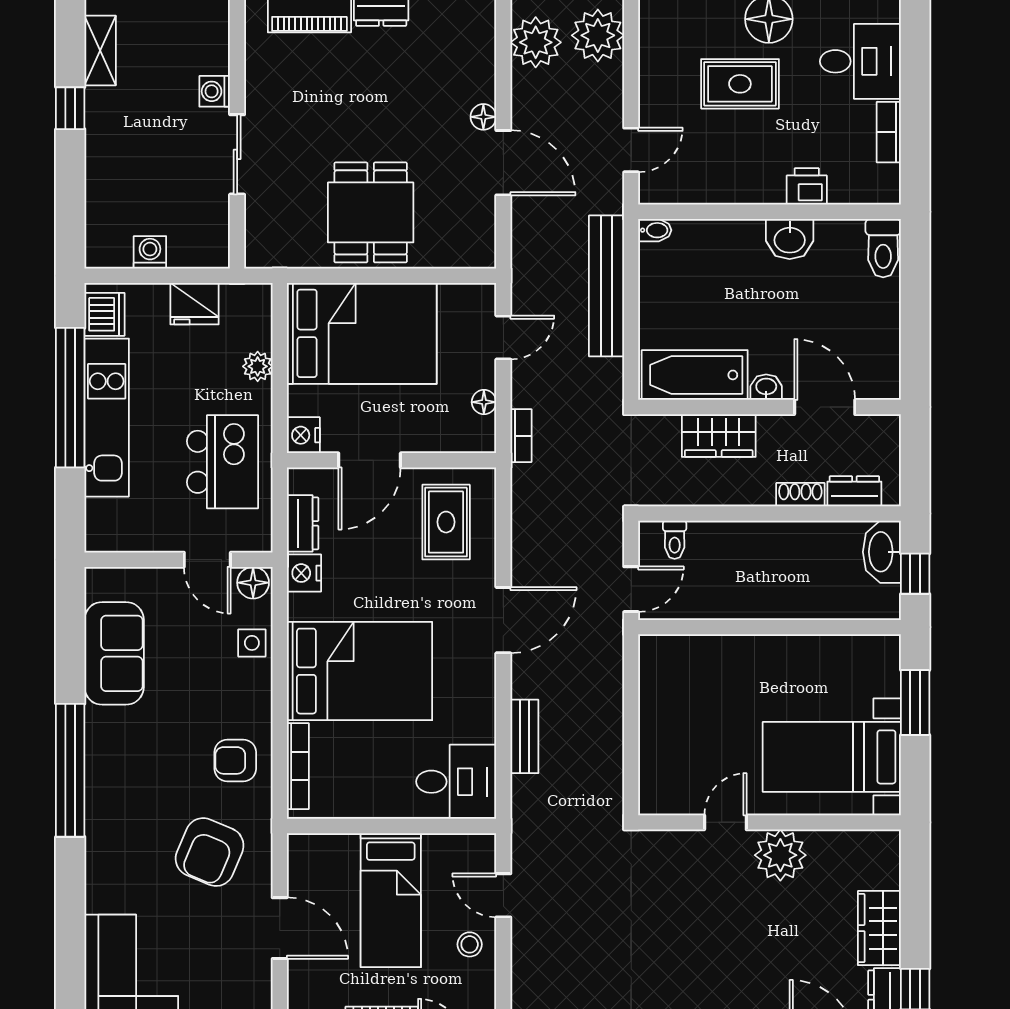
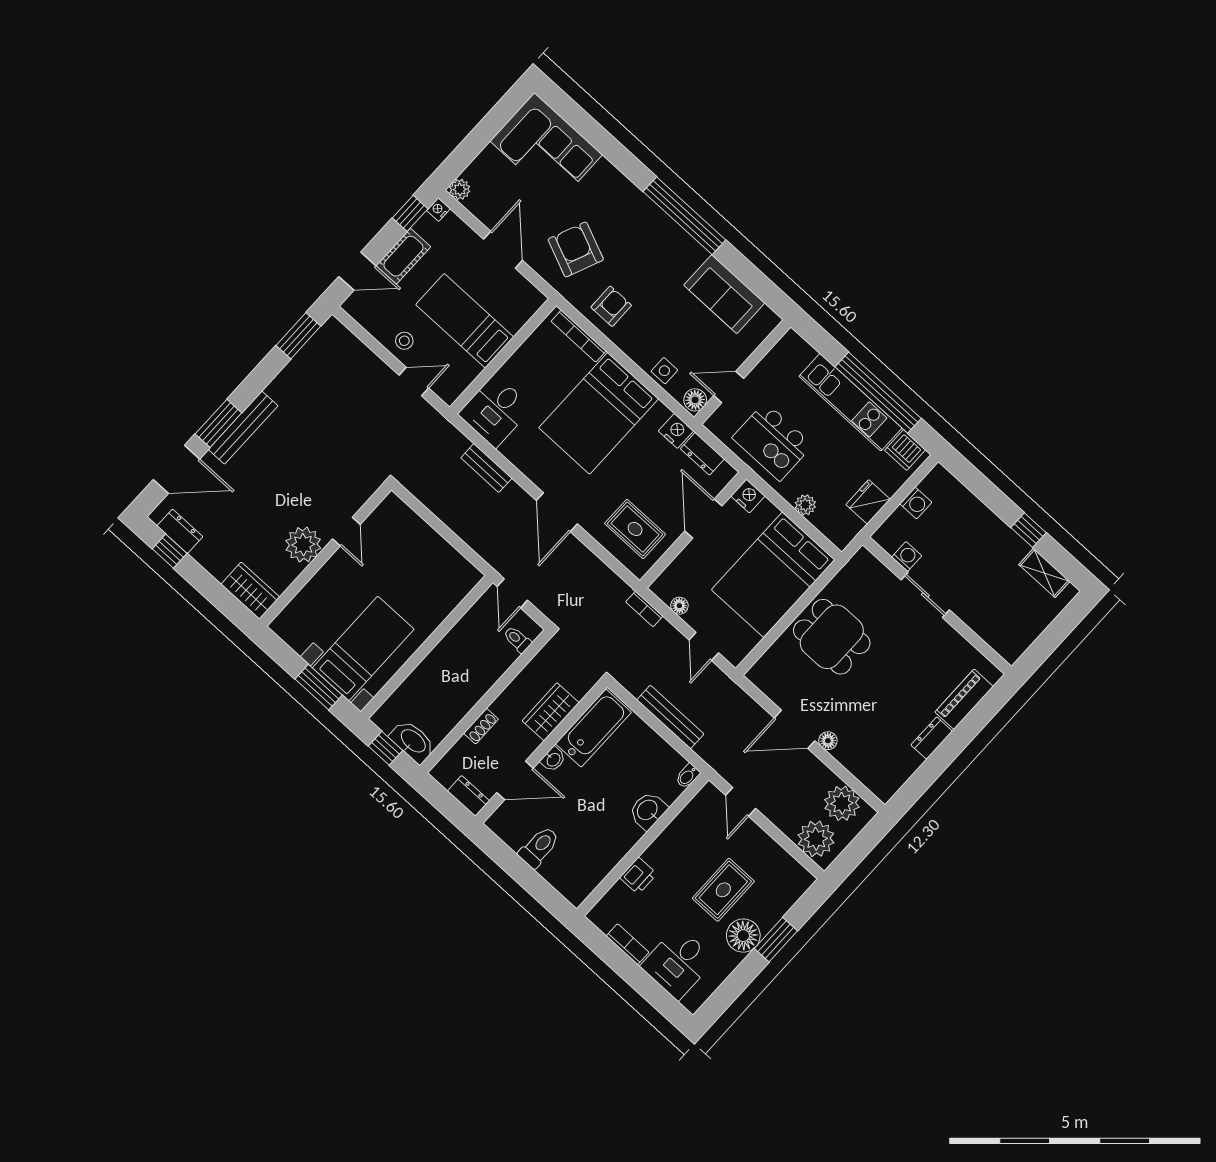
washing machine: (215, 91) -> (907, 556), moved
washbasin: (790, 239) -> (648, 810), moved
toilet: (883, 248) -> (539, 847), moved, turned 90
bench: (606, 286) -> (670, 717), width x0.73, depth x0.82
dresser: (854, 491) -> (468, 796), moved, turned -90
bed with nightstands: (832, 757) -> (363, 649), moved
door: (280, 928) -> (503, 250), swing flipped
wardrobe: (879, 928) -> (250, 591), moved

